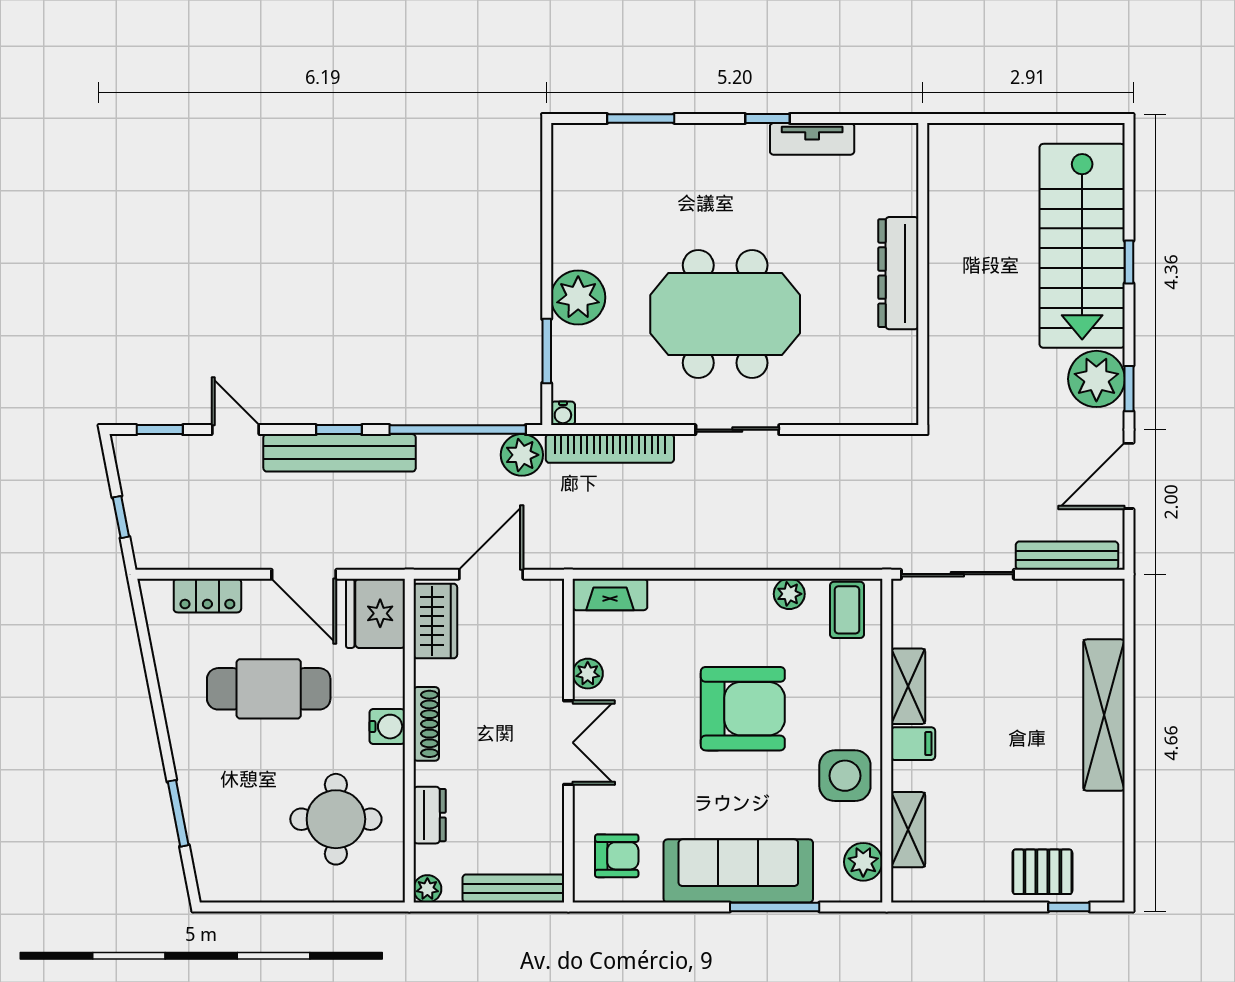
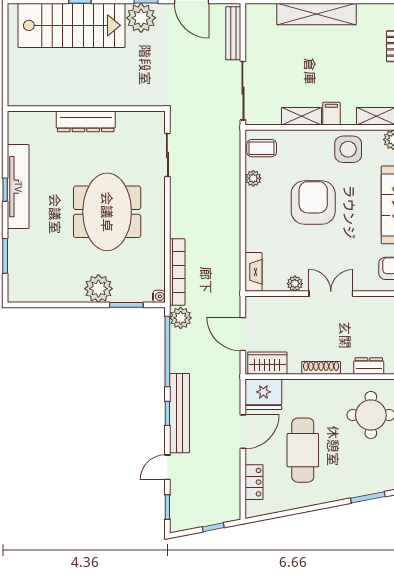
tv unit: (812, 139) -> (18, 187), width x1.92, depth x1.29
sliding door: (737, 430) -> (167, 155), moved
water cooler: (387, 727) -> (322, 388), removed

